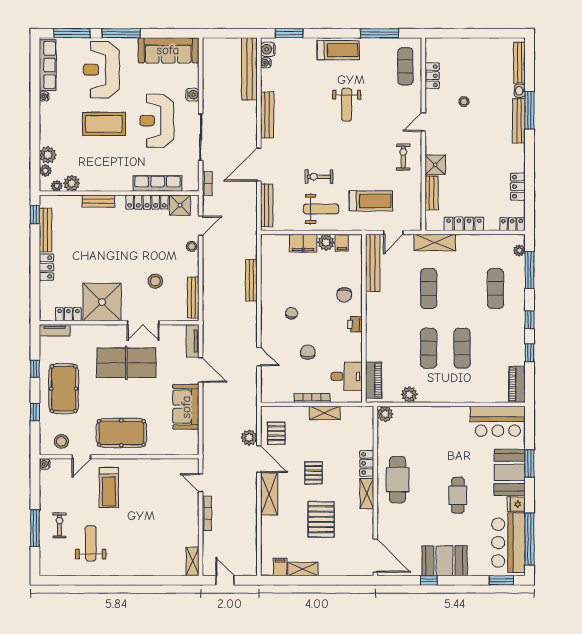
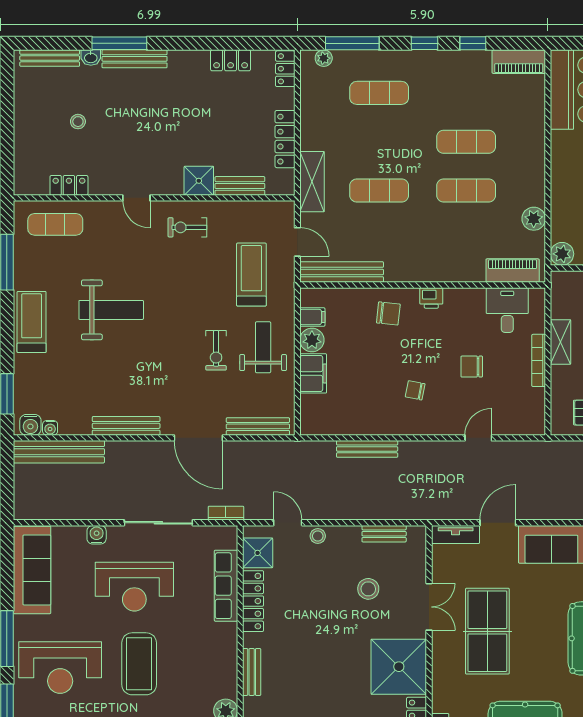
stool: (464, 102) -> (78, 122), moved
weight bench: (347, 105) -> (111, 310), width x1.36, depth x1.33
bench: (193, 297) -> (384, 534), width x0.73

